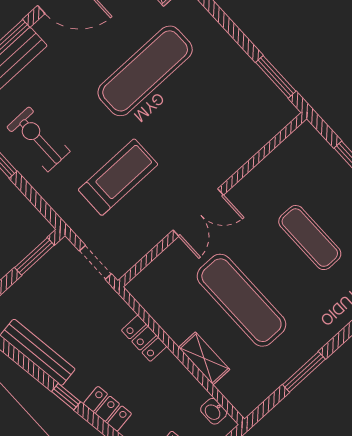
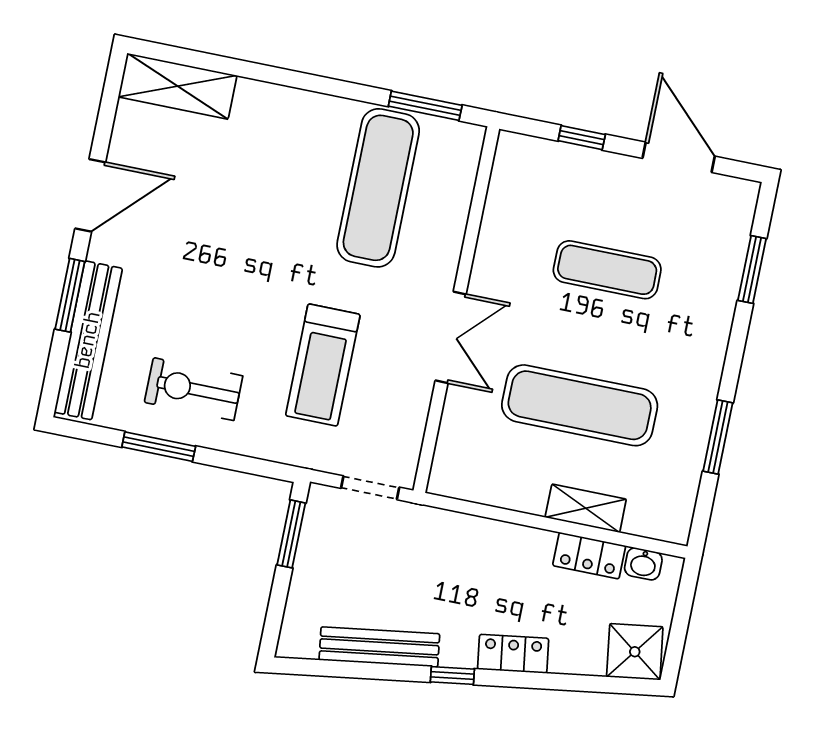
exercise mat: (145, 71) -> (378, 188), moved
treadmill: (118, 177) -> (323, 365), turned 180
locker: (144, 338) -> (589, 556), moved

